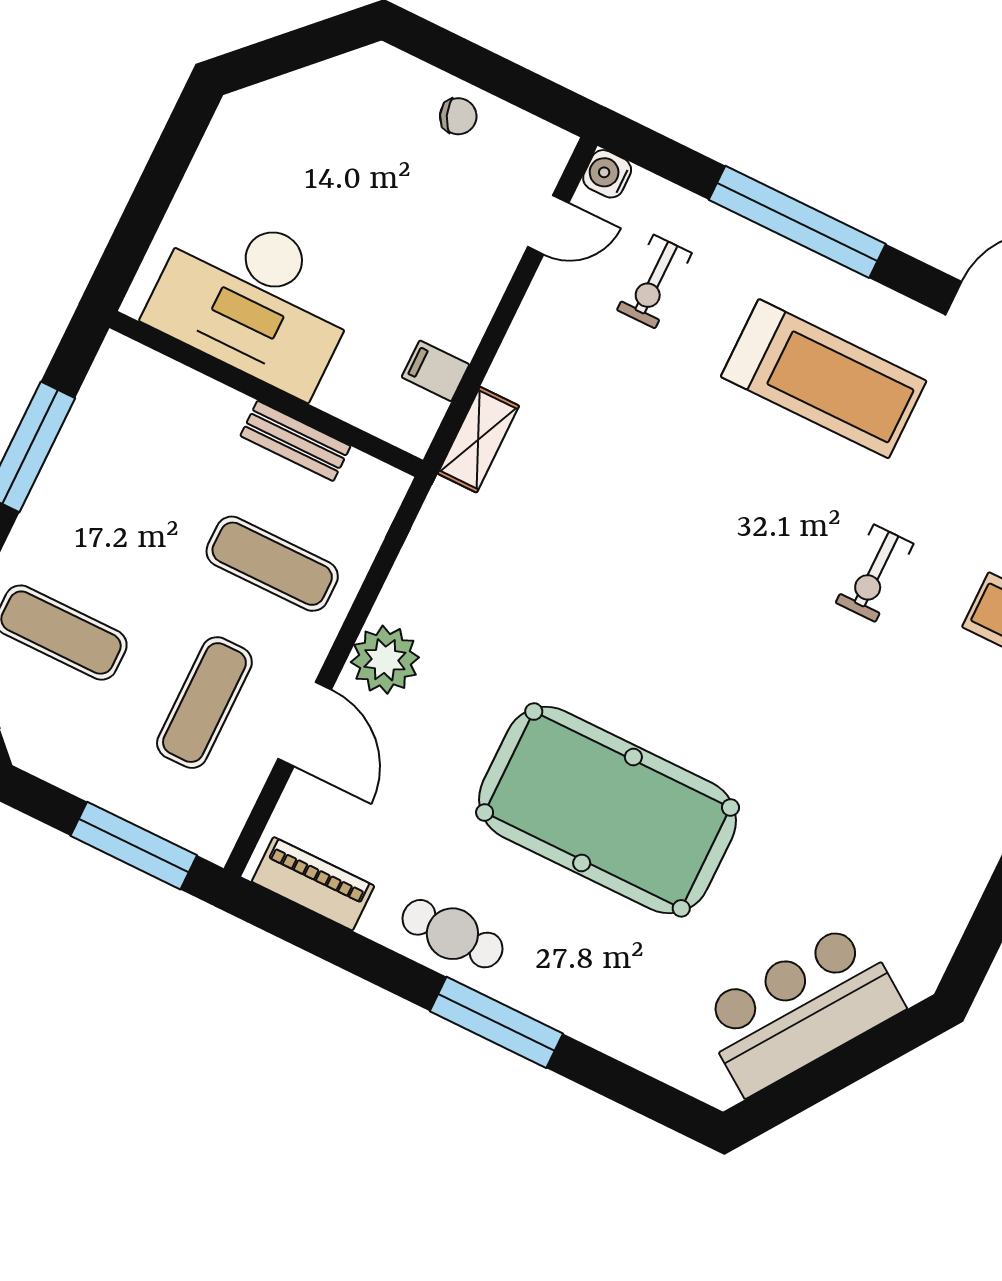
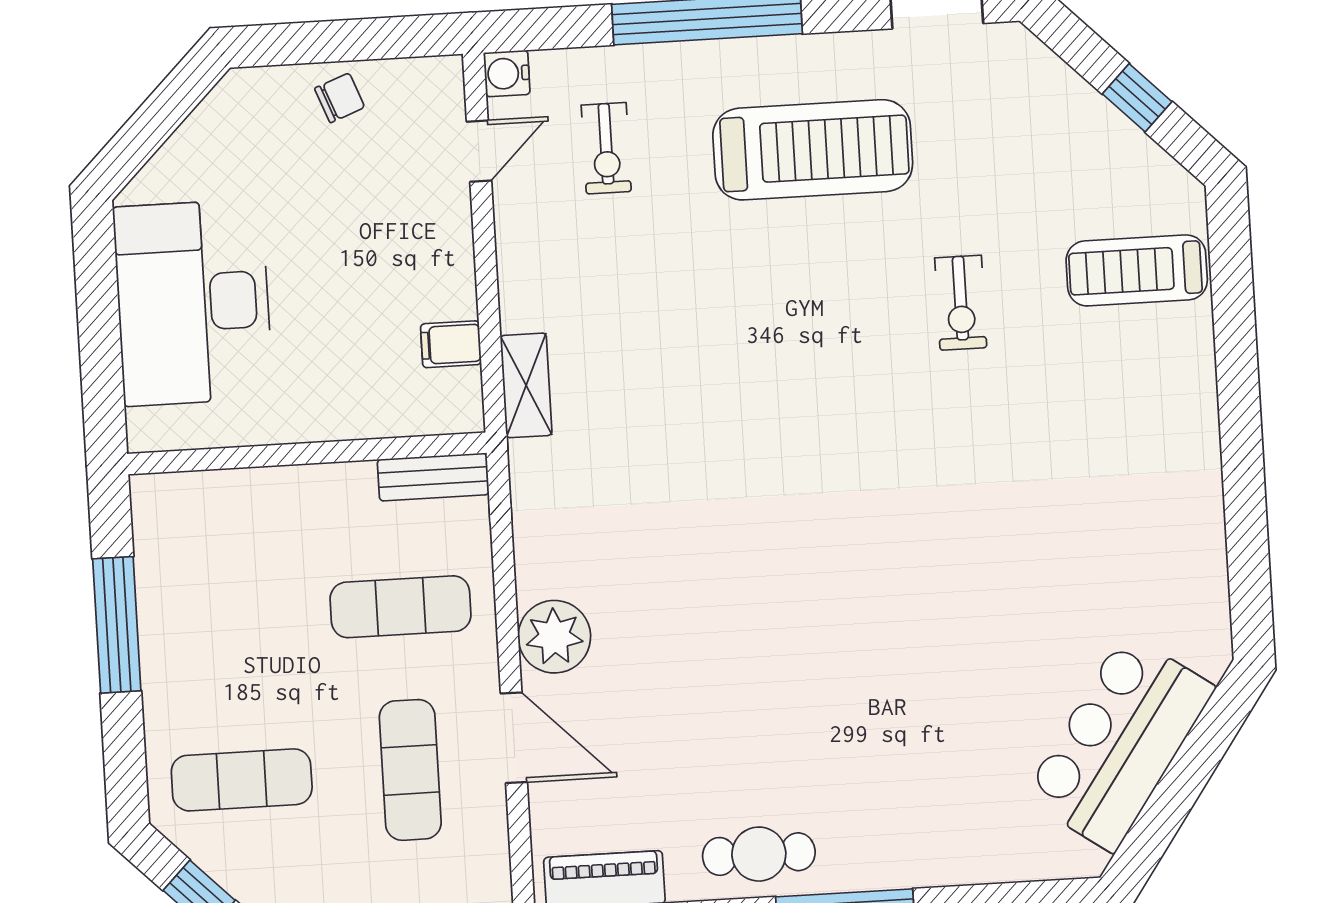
desk: (255, 299) -> (193, 303), moved, turned 90
bench: (295, 441) -> (433, 477), moved
pool table: (608, 810) -> (838, 660), removed

